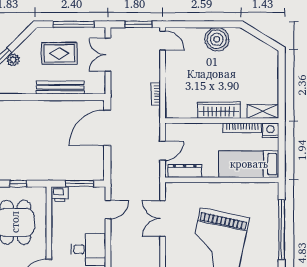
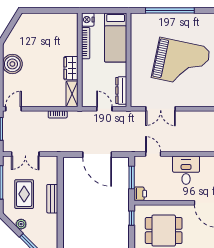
plant: (13, 60) -> (21, 224), moved
bench: (60, 88) -> (52, 199), width x0.73
wardrobe: (219, 110) -> (71, 68), width x0.67
shelving: (263, 111) -> (72, 94), moved
door: (107, 128) -> (97, 155), moved
window: (18, 184) -> (132, 218), moved

